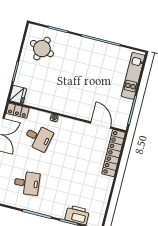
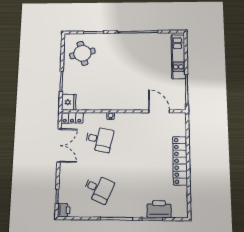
round table: (42, 49) -> (82, 53), turned -31
locker: (113, 153) -> (180, 161), moved
desk: (27, 183) -> (98, 189), turned 30

